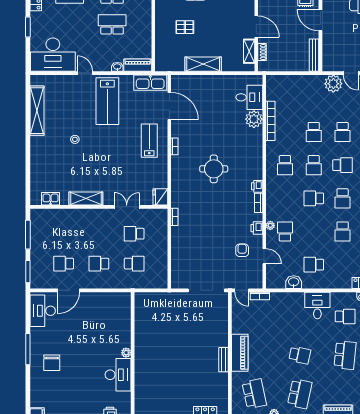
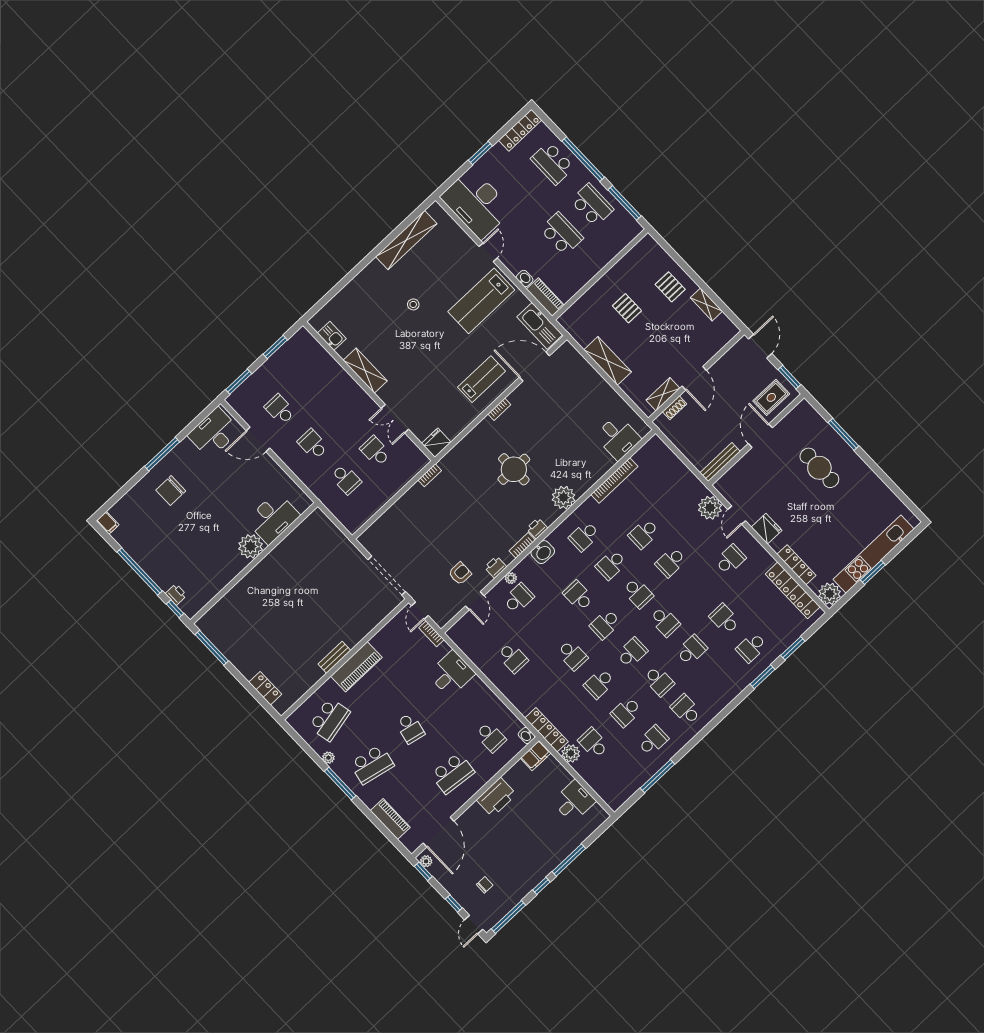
door: (169, 106) -> (534, 367), swing flipped
plant: (254, 119) -> (564, 497), moved
double door: (127, 207) -> (395, 419), swing flipped
school desk: (343, 232) -> (572, 655), turned -90
window: (28, 235) -> (275, 347), width x0.69
school desk: (314, 265) -> (513, 658), turned 180
washbasin: (294, 282) -> (543, 552), moved, turned 90
desk: (317, 306) -> (451, 674), moved
plant: (126, 353) -> (251, 546), width x1.88, depth x1.88
desk: (118, 375) -> (273, 518), moved

